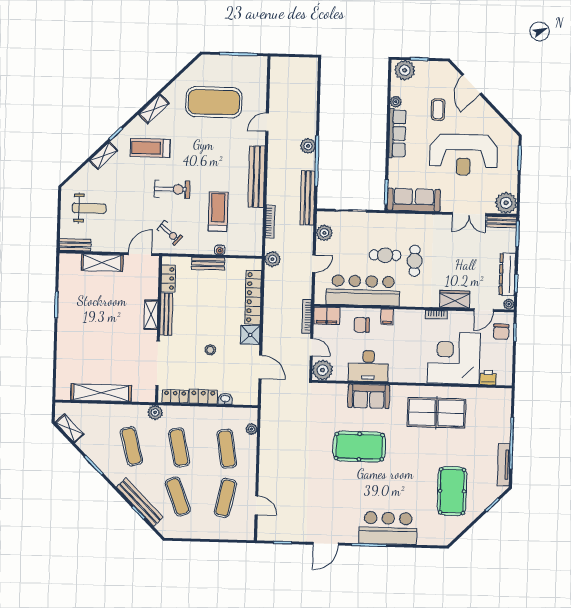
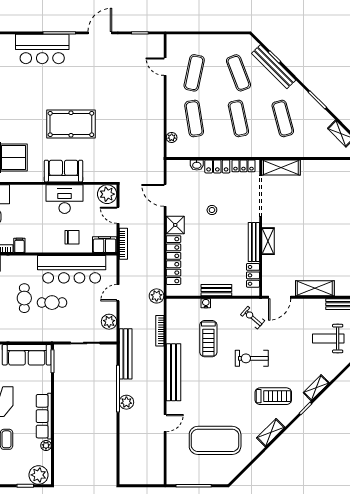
filing cabinet: (387, 317) -> (19, 245), moved
shelving: (101, 393) -> (281, 167), moved, width x0.68
plant: (155, 412) -> (262, 150), removed

